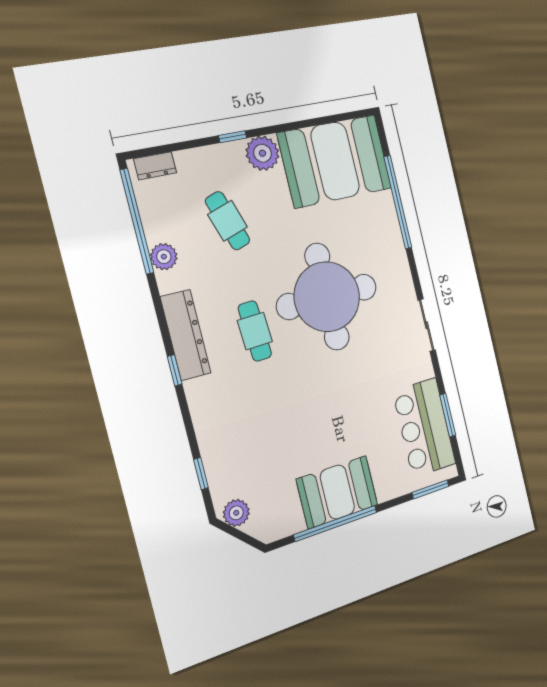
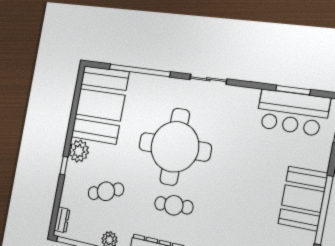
sliding door: (427, 325) -> (208, 79), moved

